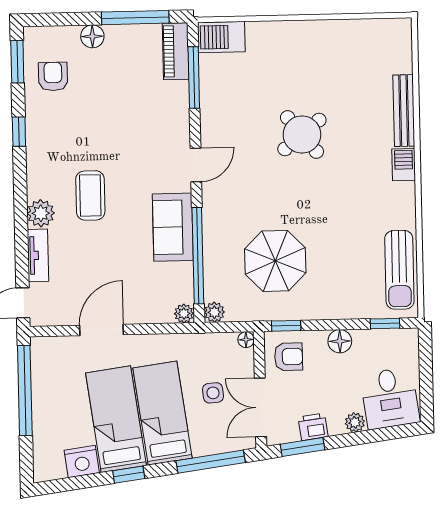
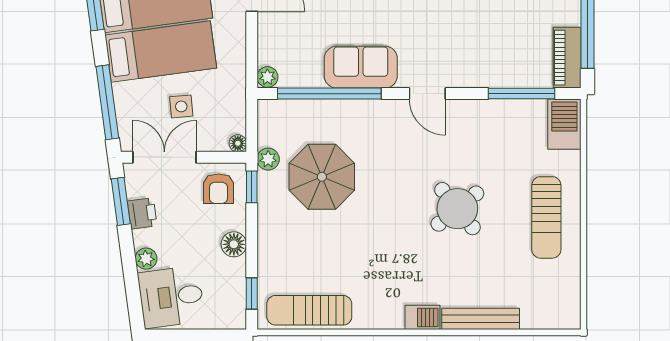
piano: (176, 51) -> (567, 58), moved, turned -90
sun lounger: (308, 52) -> (546, 217), added
plant: (214, 312) -> (268, 159), moved

